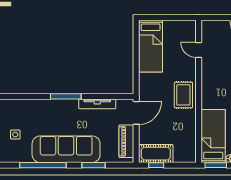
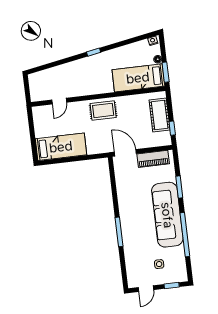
window: (66, 96) -> (119, 232), moved
tv unit: (97, 104) -> (121, 190), removed
cot: (156, 154) -> (160, 115), moved

